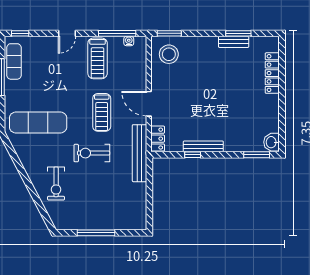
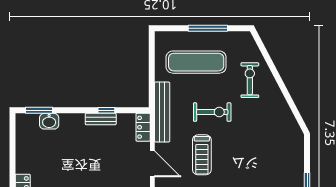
treadmill: (102, 112) -> (202, 155), turned 180
exercise mat: (38, 122) -> (196, 62), moved
washbasin: (272, 142) -> (49, 121), moved, turned 90
bench: (203, 146) -> (101, 119), width x0.73

